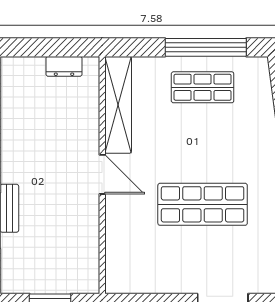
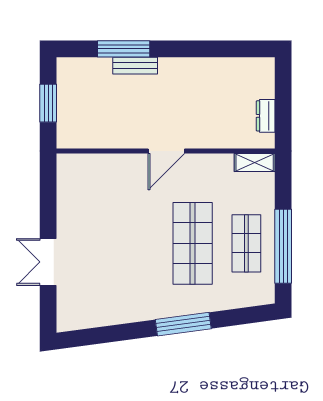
shelving: (118, 105) -> (255, 163), width x0.45, depth x0.75
shop shelf: (203, 204) -> (193, 243), moved

